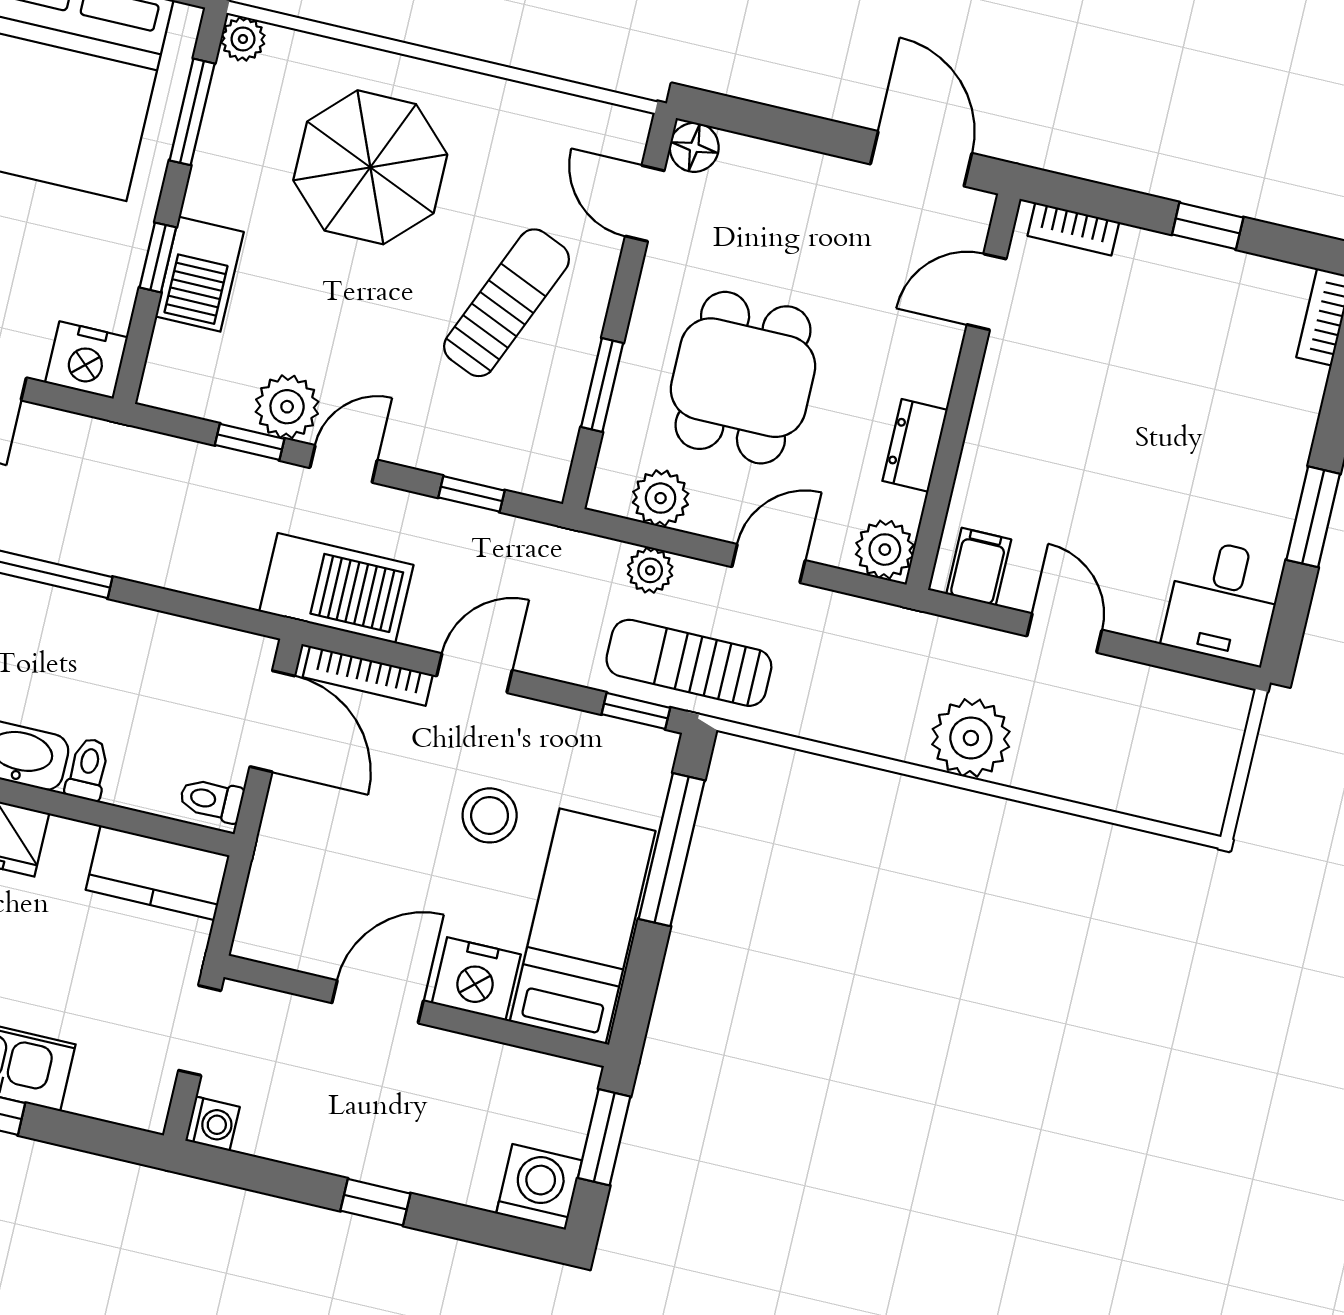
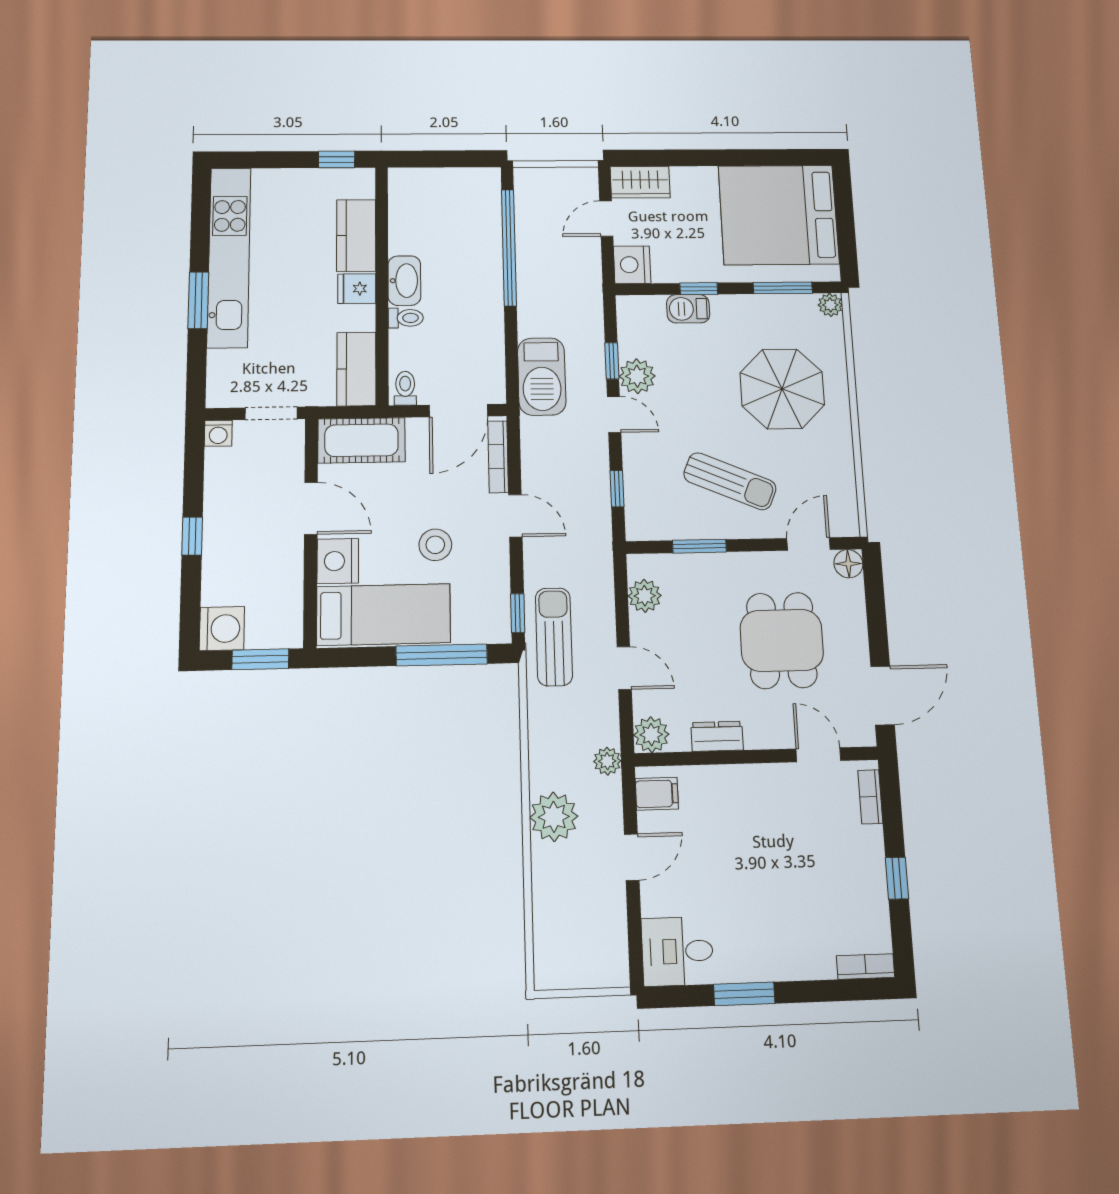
barbecue: (200, 274) -> (688, 309), width x0.73, depth x0.79
dining table: (743, 378) -> (782, 640), moved, turned 90
plant: (650, 570) -> (607, 761), moved
barbecue: (336, 588) -> (542, 376), moved
cot: (283, 893) -> (361, 440), added

